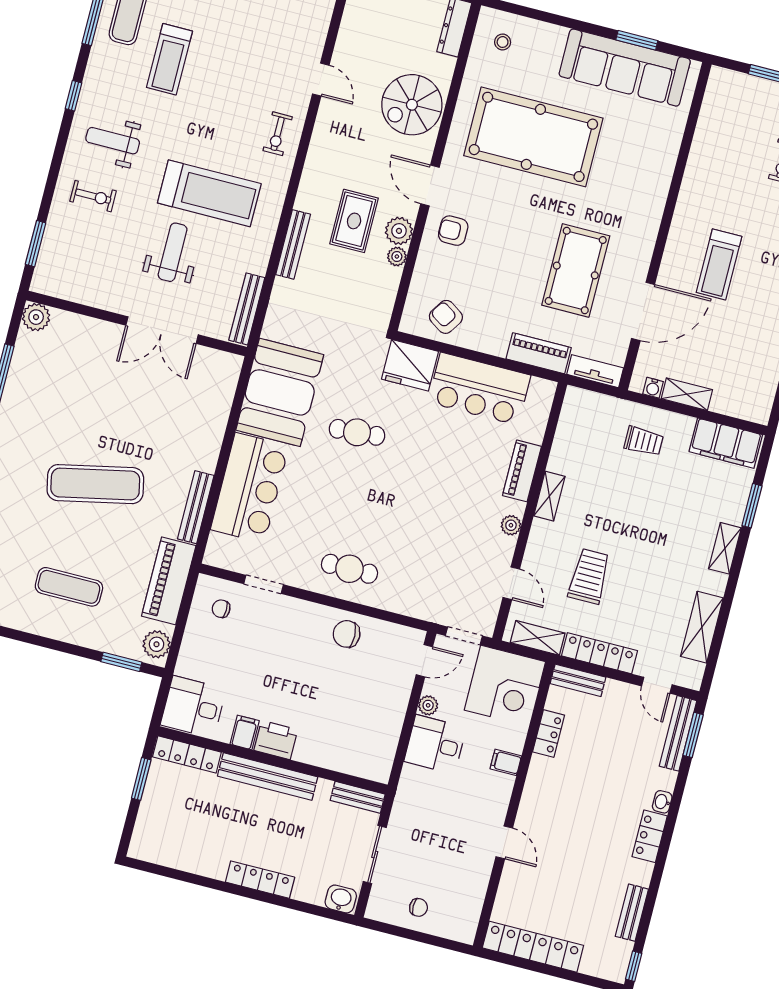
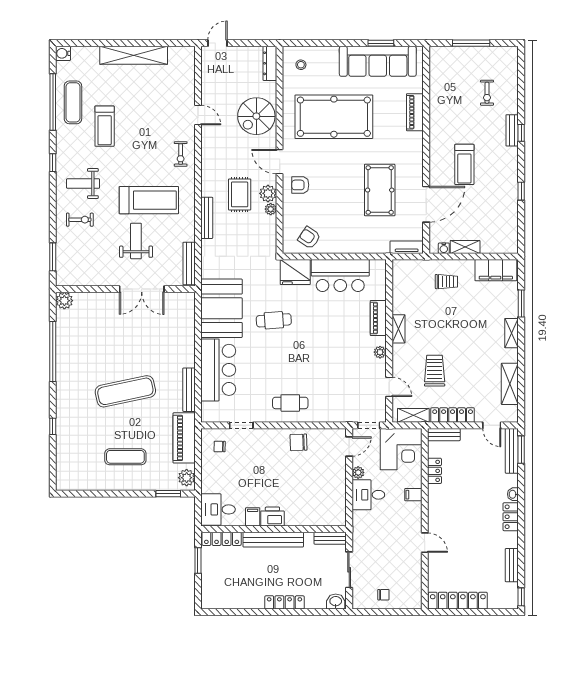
piano: (539, 353) -> (415, 112), moved, turned -90

